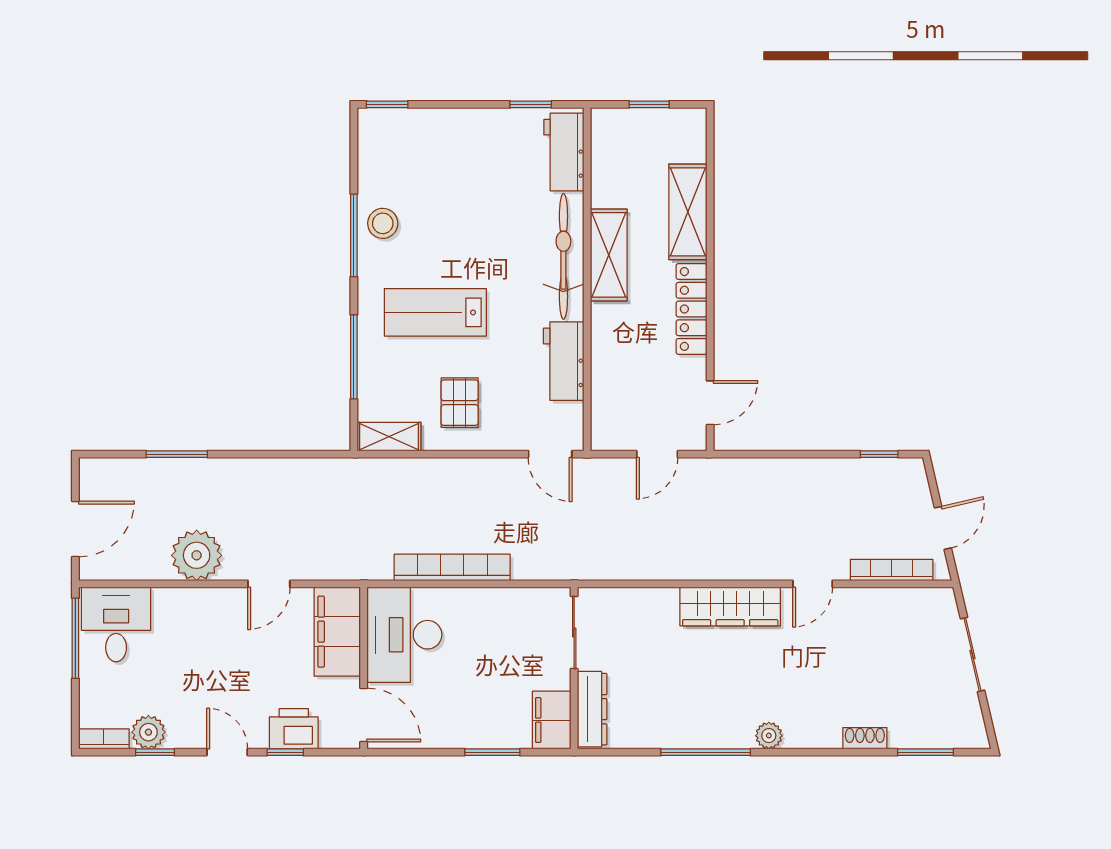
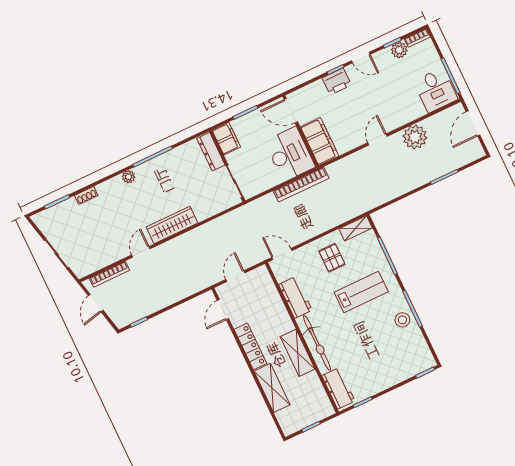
filing cabinet: (337, 632) -> (320, 141), moved
desk: (404, 635) -> (290, 154), moved
wall: (364, 668) -> (301, 131), moved
door: (364, 715) -> (291, 111), moved

